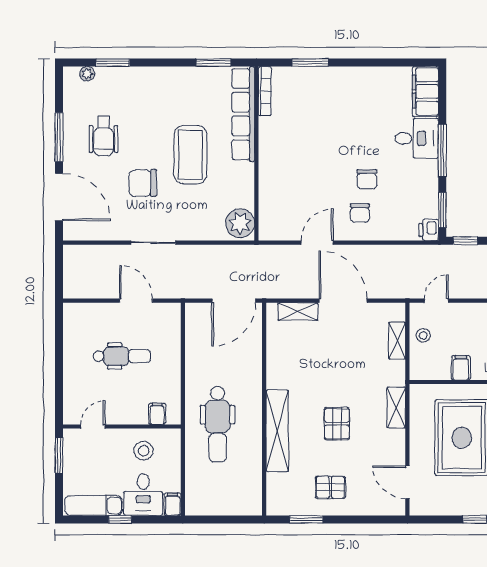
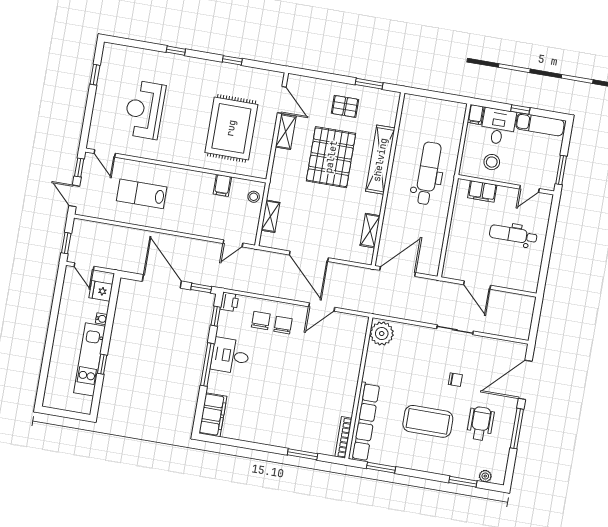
desk: (417, 138) -> (230, 356), moved
coffee table: (190, 155) -> (428, 421), moved, turned 90
chair: (367, 179) -> (261, 320), moved
chair: (143, 183) -> (455, 380), width x0.54, depth x0.54
door: (59, 197) -> (525, 380), hinge flipped
window: (442, 210) -> (216, 316), width x0.67
shelving: (298, 312) -> (370, 231), moved, turned 90
stool: (423, 335) -> (254, 197), moved
dental chair: (122, 356) -> (513, 235), moved
shelving: (396, 408) -> (286, 132), moved
filing cabinet: (157, 414) -> (482, 191), width x2.00
pallet: (337, 424) -> (331, 157), width x2.05, depth x2.00

